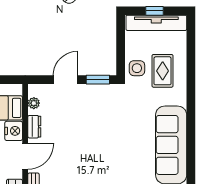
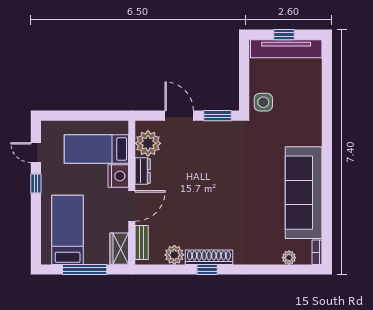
rug: (163, 71) -> (293, 105), removed
door: (65, 80) -> (179, 116), hinge flipped
plant: (34, 103) -> (148, 143), width x1.88, depth x1.88

